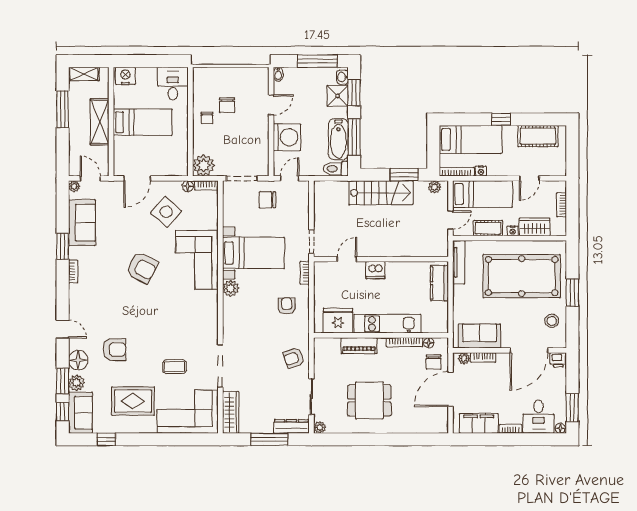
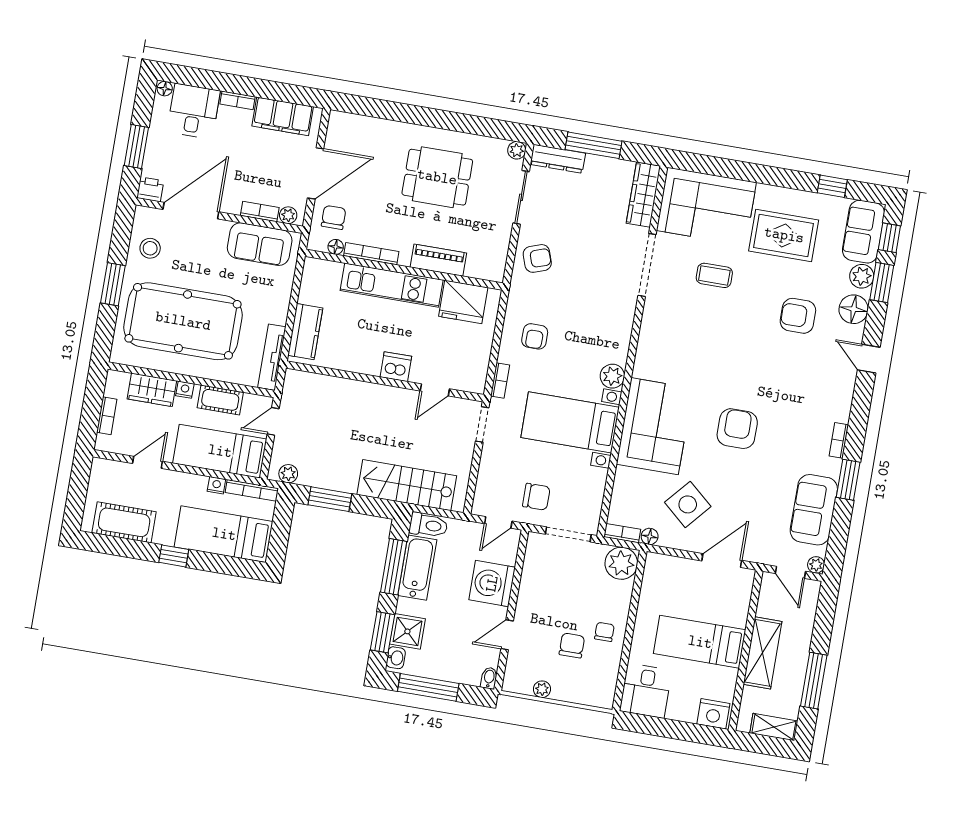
plant: (242, 73) -> (542, 689), added
stairs: (381, 193) -> (407, 485), moved
armchair: (142, 268) -> (737, 429), turned 63
window: (572, 407) -> (136, 147), moved

